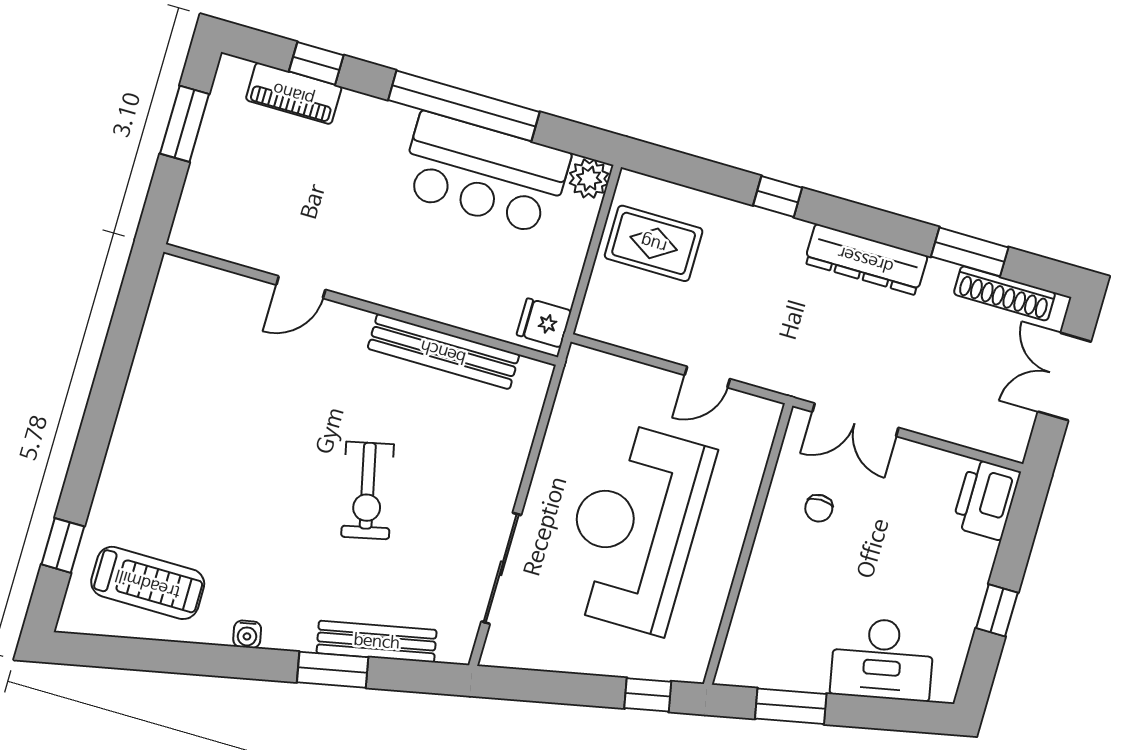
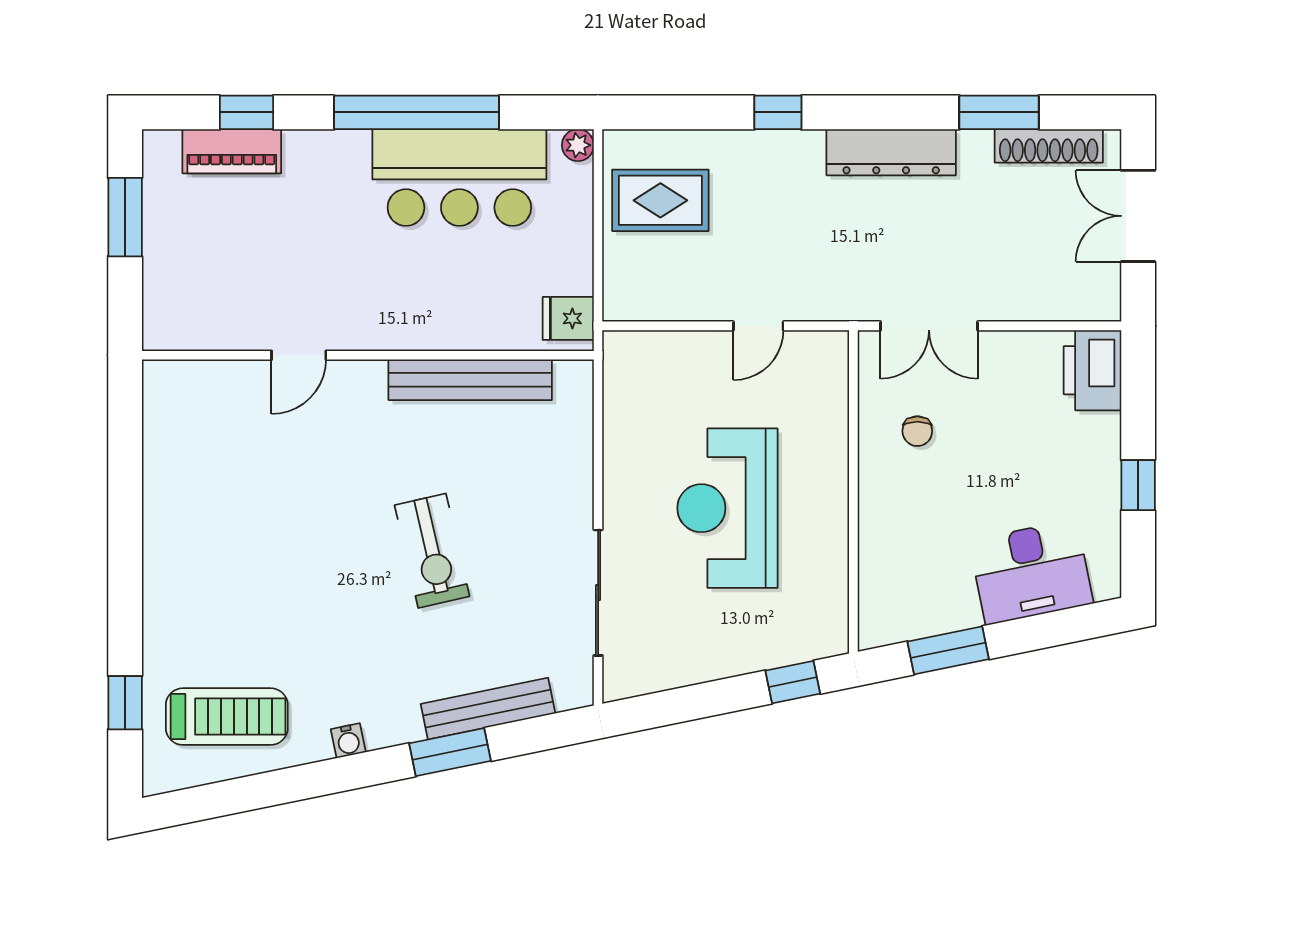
plant: (589, 179) -> (578, 145), width x0.73, depth x0.73
reception desk: (635, 527) -> (727, 508), width x0.74, depth x0.77

